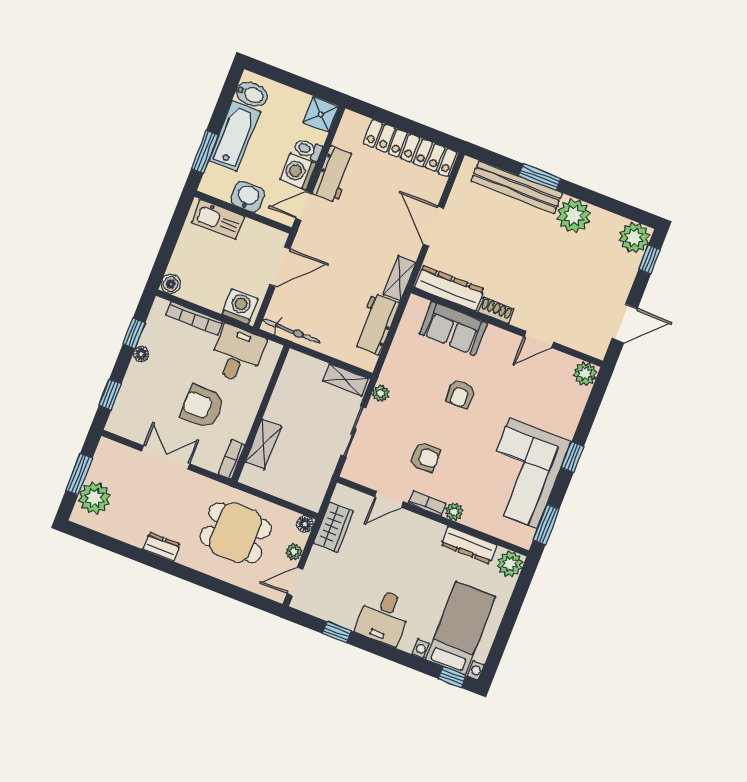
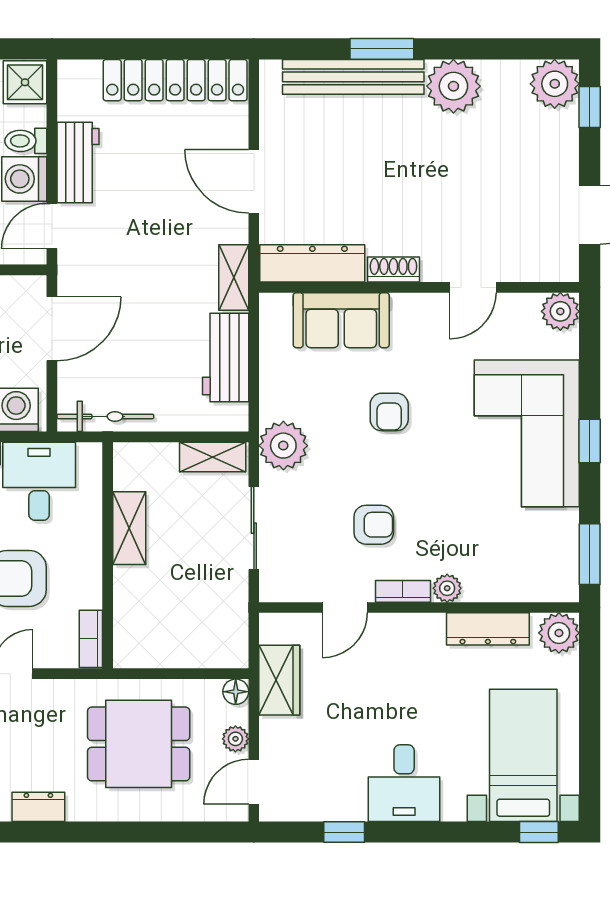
plant: (381, 393) -> (283, 446), width x1.87, depth x1.87
shelving: (263, 444) -> (129, 528), moved
corner sofa: (523, 473) -> (527, 433), moved

